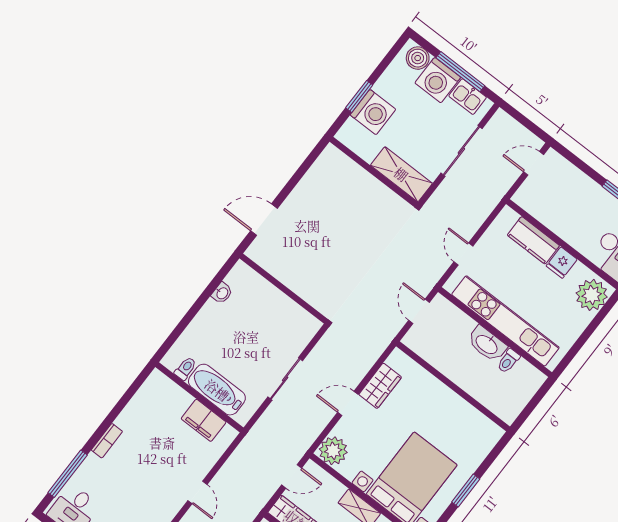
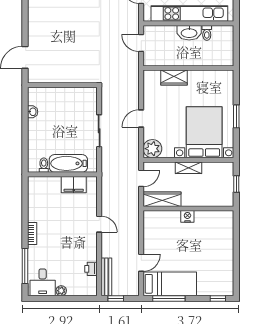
wardrobe: (380, 386) -> (174, 78), moved, turned 90

